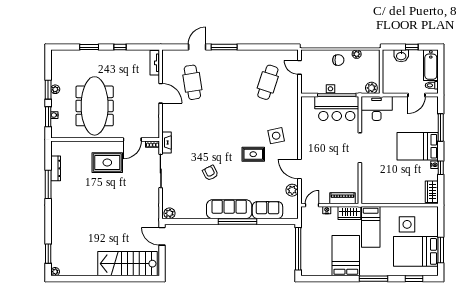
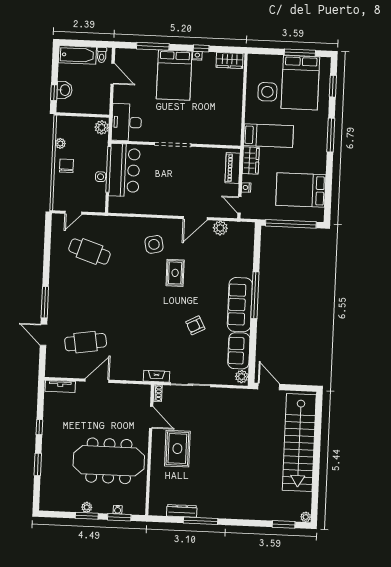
window: (412, 47) -> (54, 93), moved
sofa: (268, 210) -> (239, 351), moved
door: (162, 236) -> (269, 387), swing flipped
bed: (346, 256) -> (301, 190), moved
stairs: (128, 264) -> (299, 442), width x1.36

